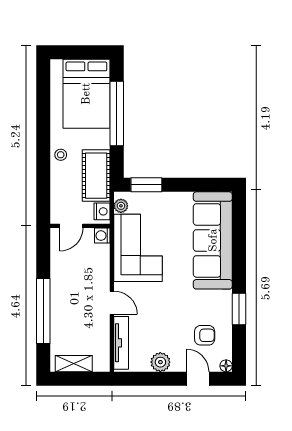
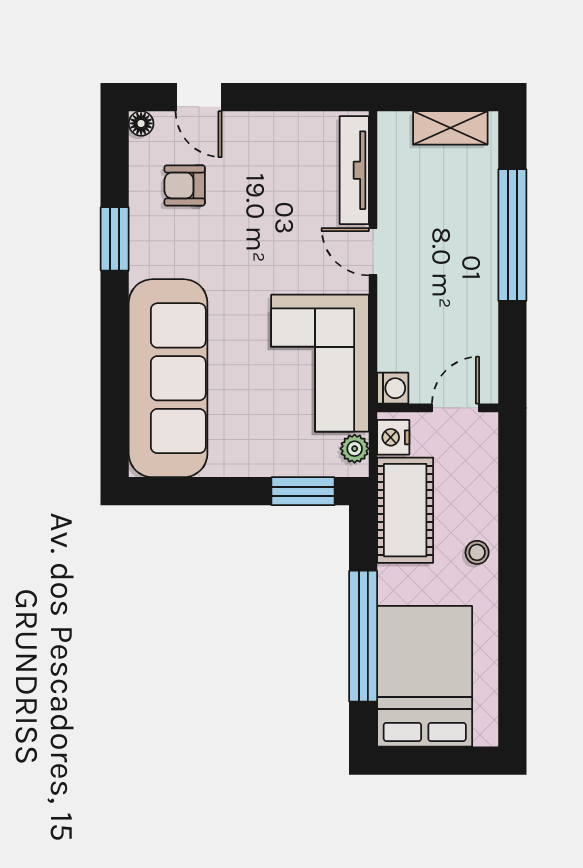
plant: (160, 362) -> (274, 131), removed

